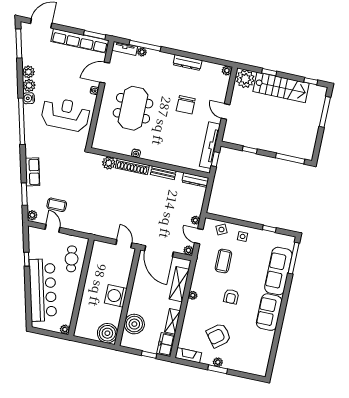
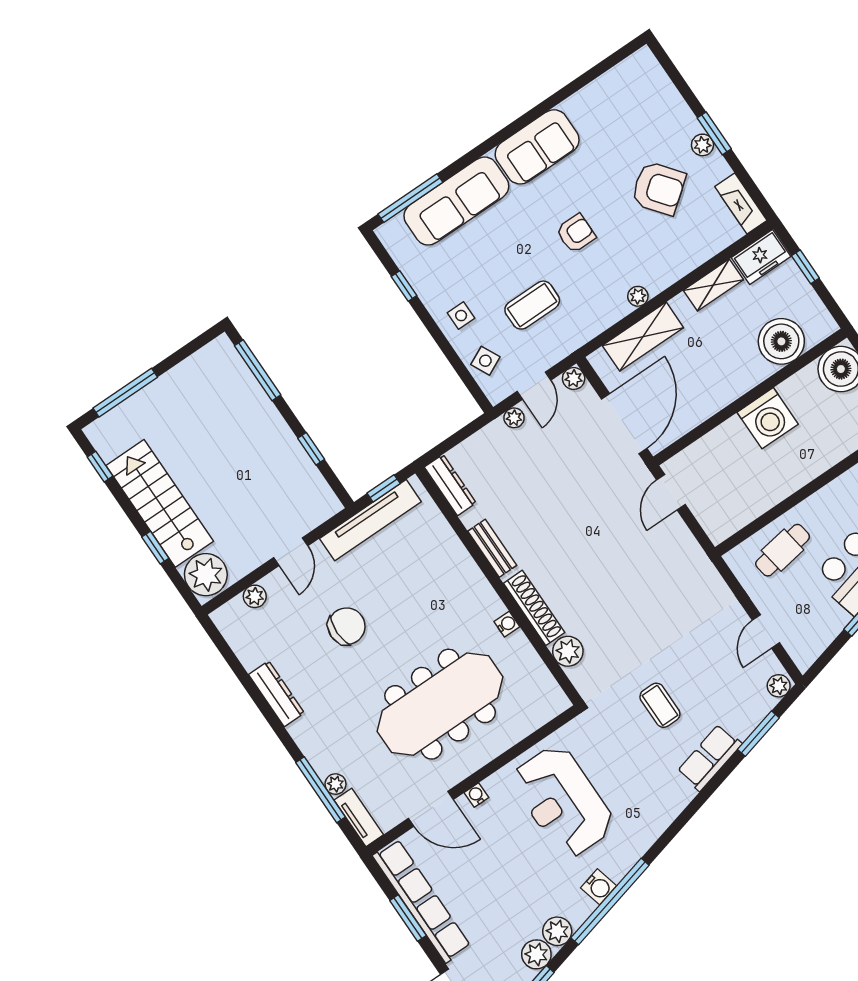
window: (95, 35) -> (408, 918), moved
plant: (227, 71) -> (255, 596), moved
plant: (29, 85) -> (536, 954), moved
meeting table: (133, 108) -> (440, 704), width x1.36
window: (22, 121) -> (610, 902), moved
coffee table: (57, 205) -> (660, 705), moved

